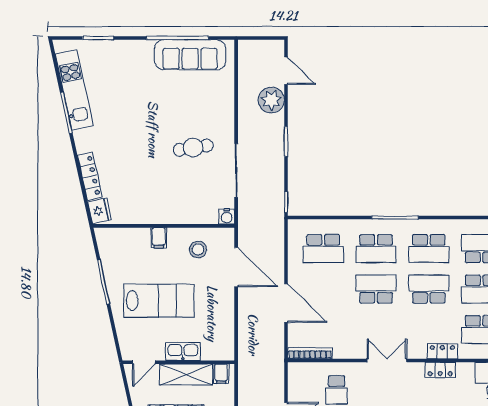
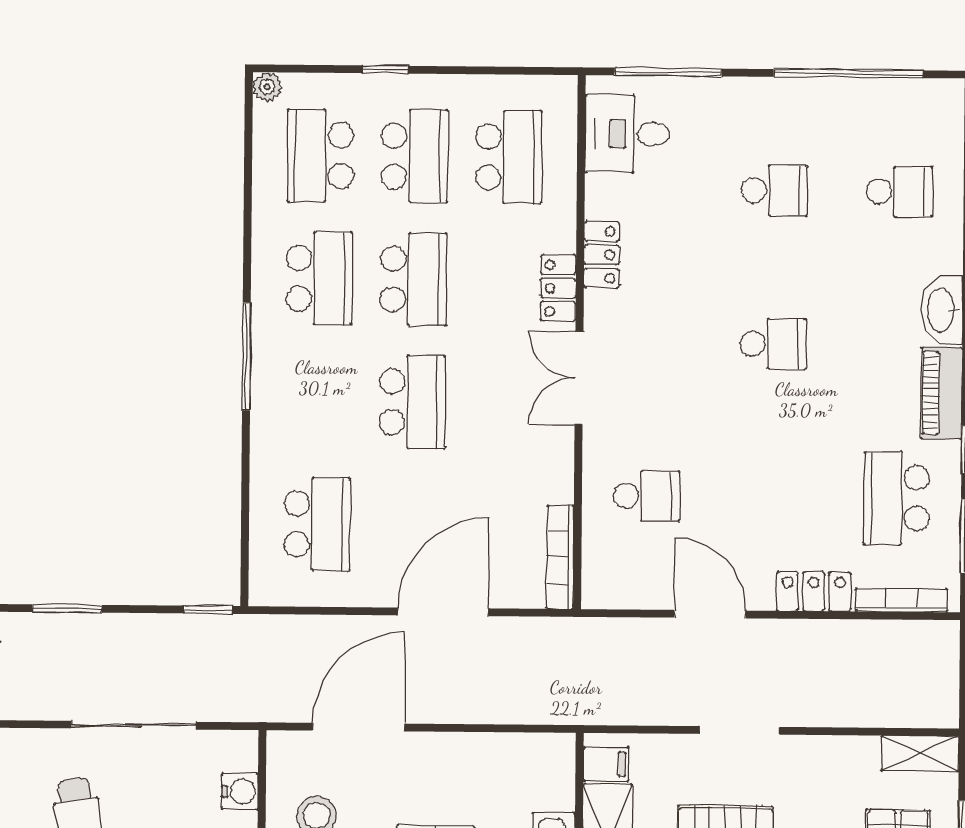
water cooler: (227, 216) -> (240, 792), moved
school desk: (376, 249) -> (318, 401), removed
school desk: (376, 289) -> (412, 402), turned 180
school desk: (429, 289) -> (413, 279), turned 180
locker: (442, 351) -> (558, 288), moved

